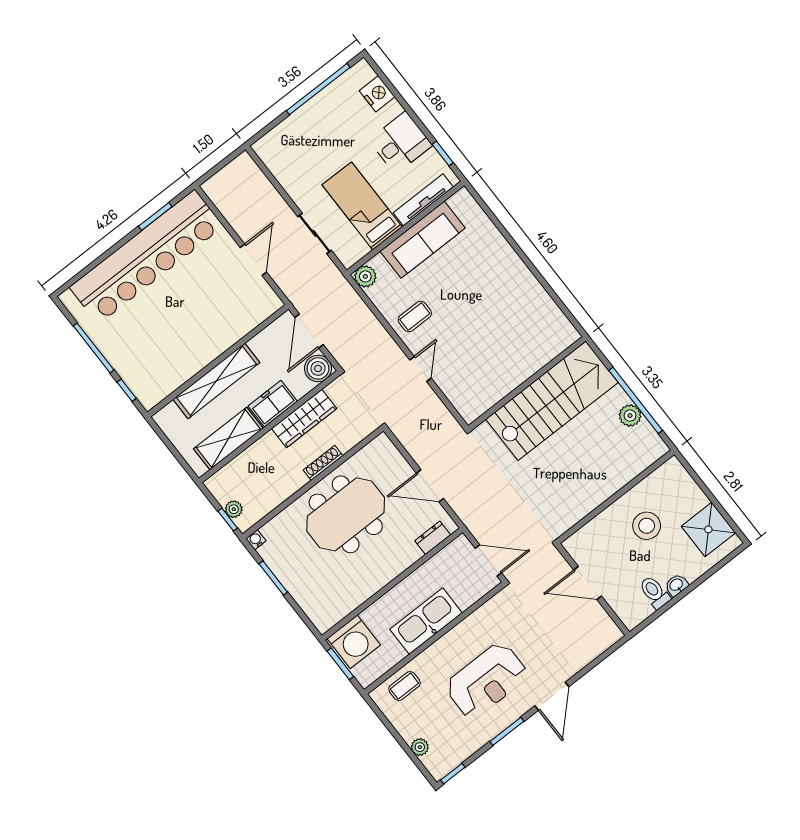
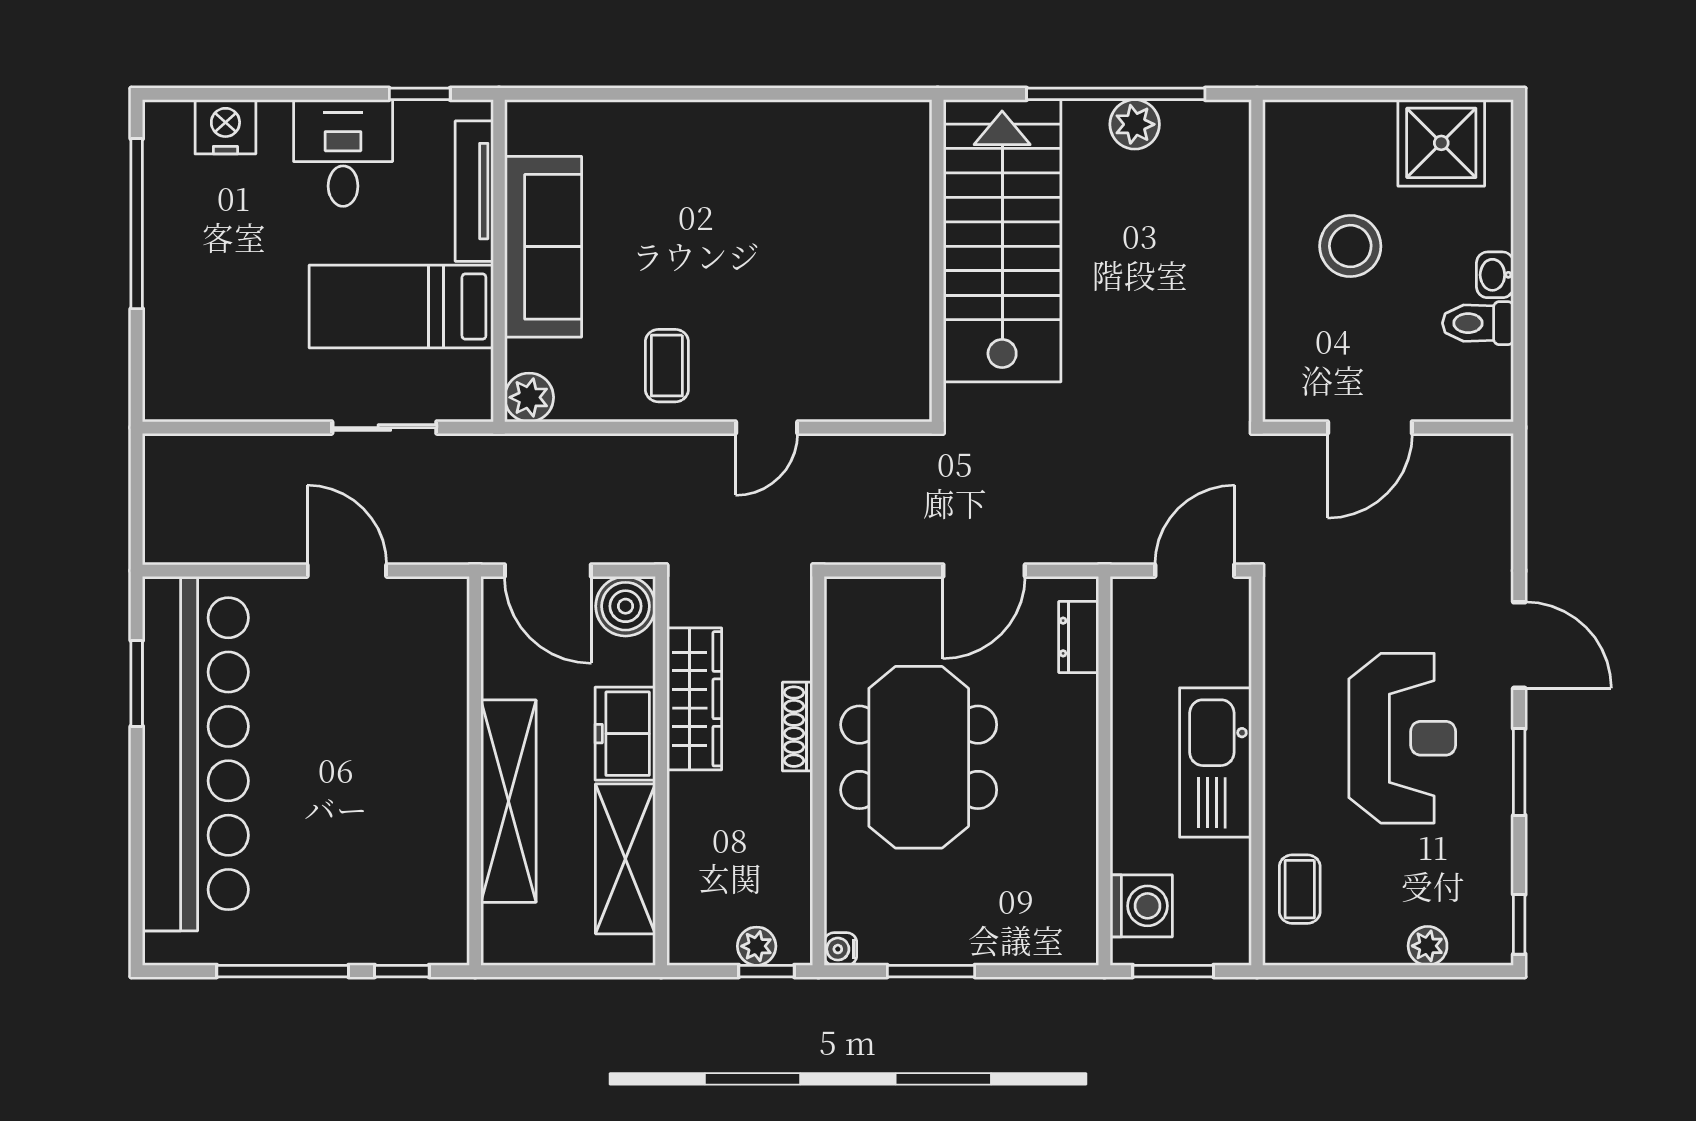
door: (420, 369) -> (767, 428), swing flipped
washing machine: (354, 642) -> (1141, 906), width x0.73, depth x0.73

